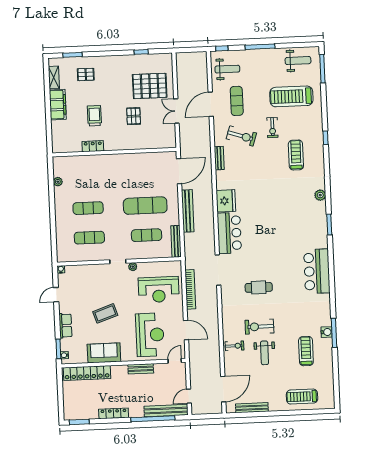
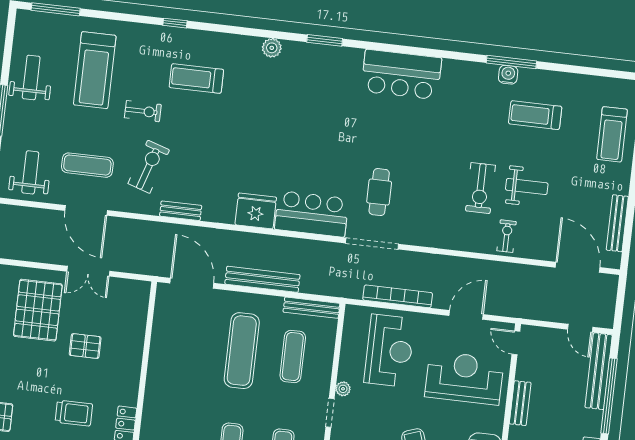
weight bench: (298, 61) -> (31, 78), moved
trolley: (94, 116) -> (74, 413), turned 180
cafe table: (259, 287) -> (379, 192), moved

